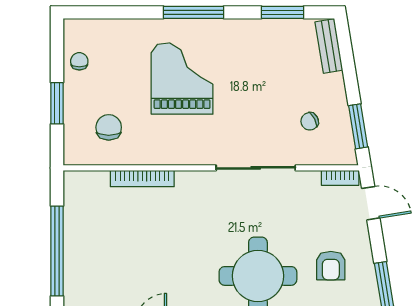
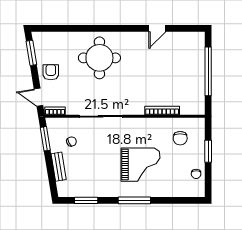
bench: (329, 46) -> (59, 167), moved
grand piano: (182, 78) -> (141, 165), turned -90
armchair: (331, 266) -> (51, 72), moved

